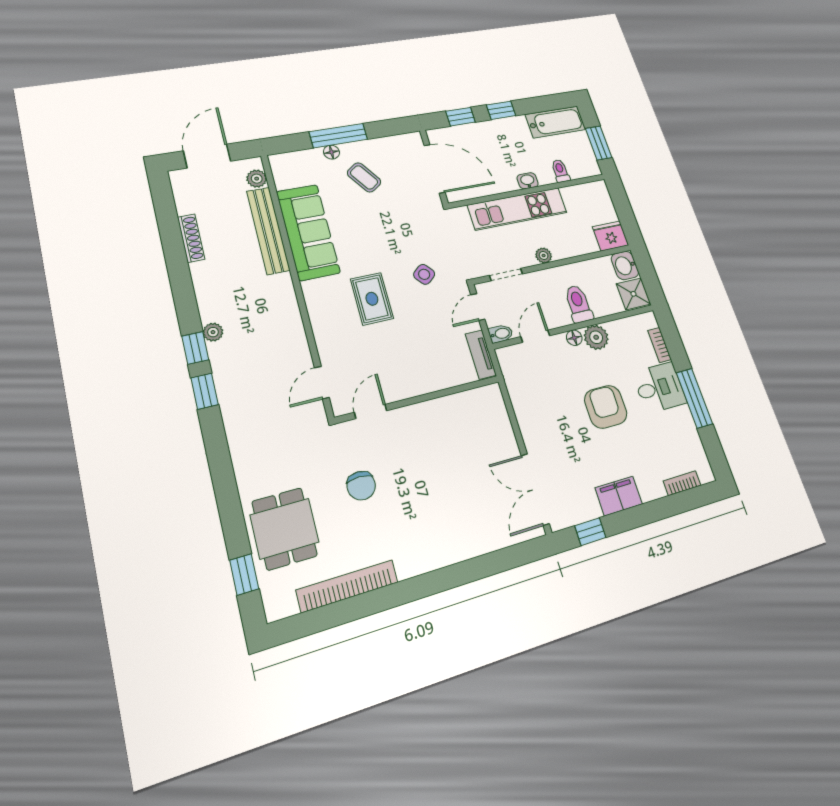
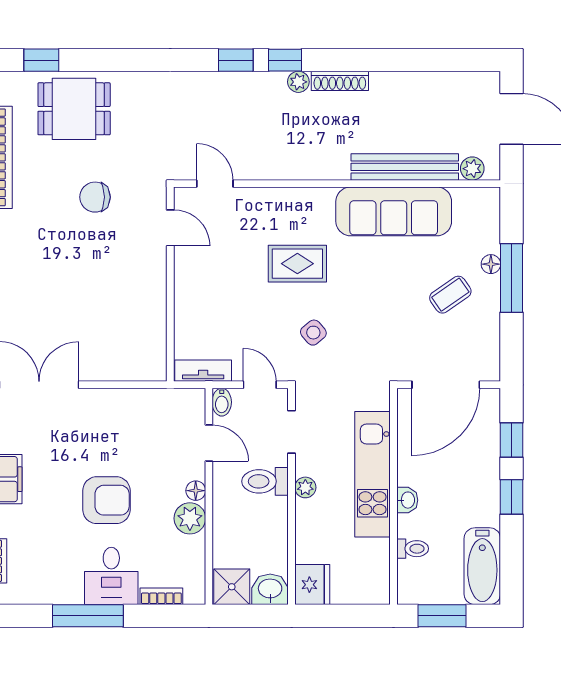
shoe rack: (191, 238) -> (340, 81), moved
toilet: (578, 304) -> (265, 481), moved, turned 180

